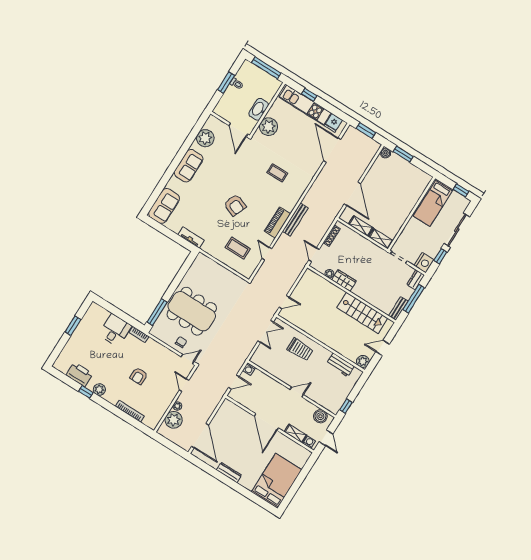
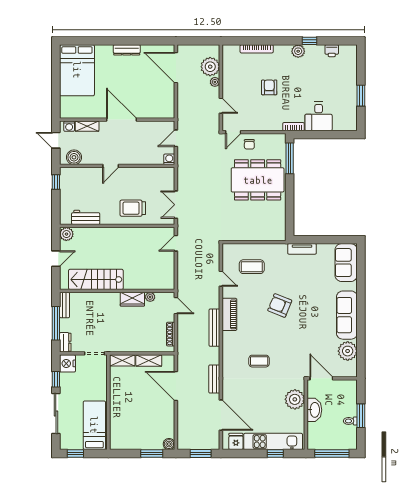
sofa: (189, 166) -> (347, 315), width x1.36
bench: (320, 181) -> (214, 379), added
printer: (79, 374) -> (332, 51), width x0.53, depth x0.68

